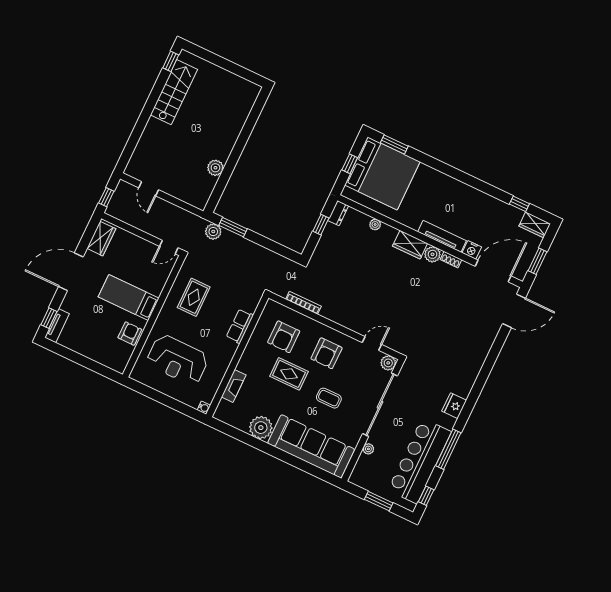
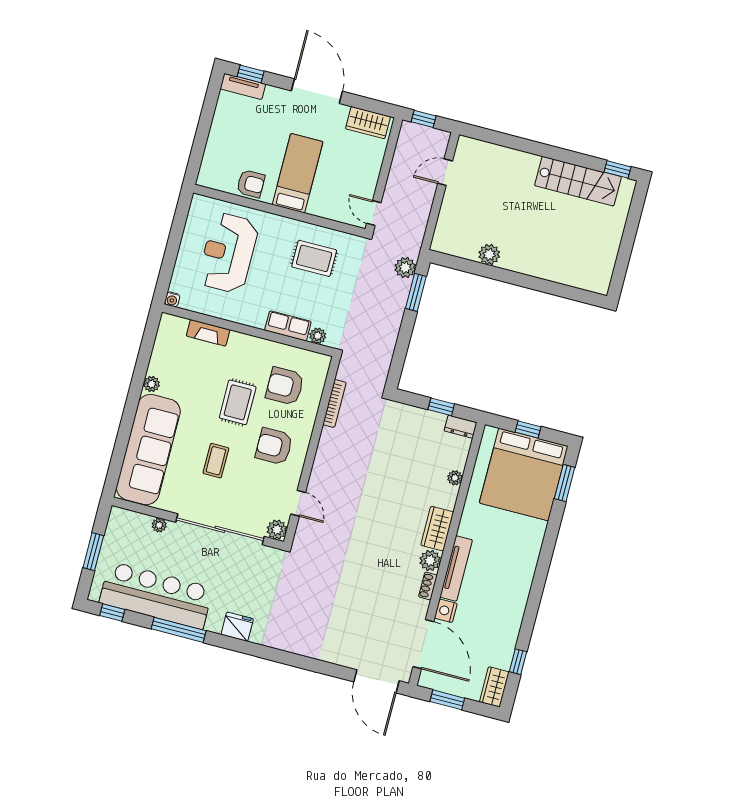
plant: (251, 306) -> (318, 336), added
plant: (261, 428) -> (152, 384), width x0.53, depth x0.53

